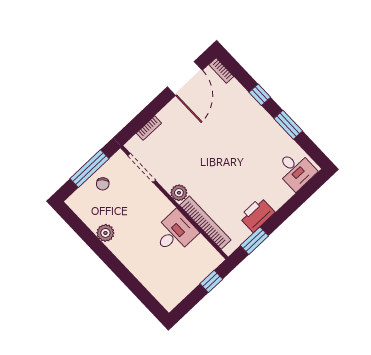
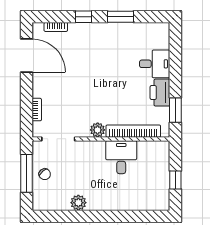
bookcase: (221, 71) -> (56, 27), moved
desk: (296, 170) -> (155, 64), moved
window: (211, 281) -> (175, 180), moved

